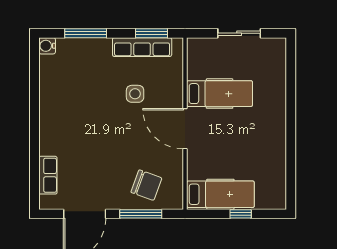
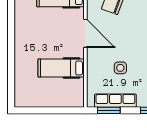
sliding door: (239, 33) -> (47, 110), removed
door: (185, 129) -> (85, 33), moved

